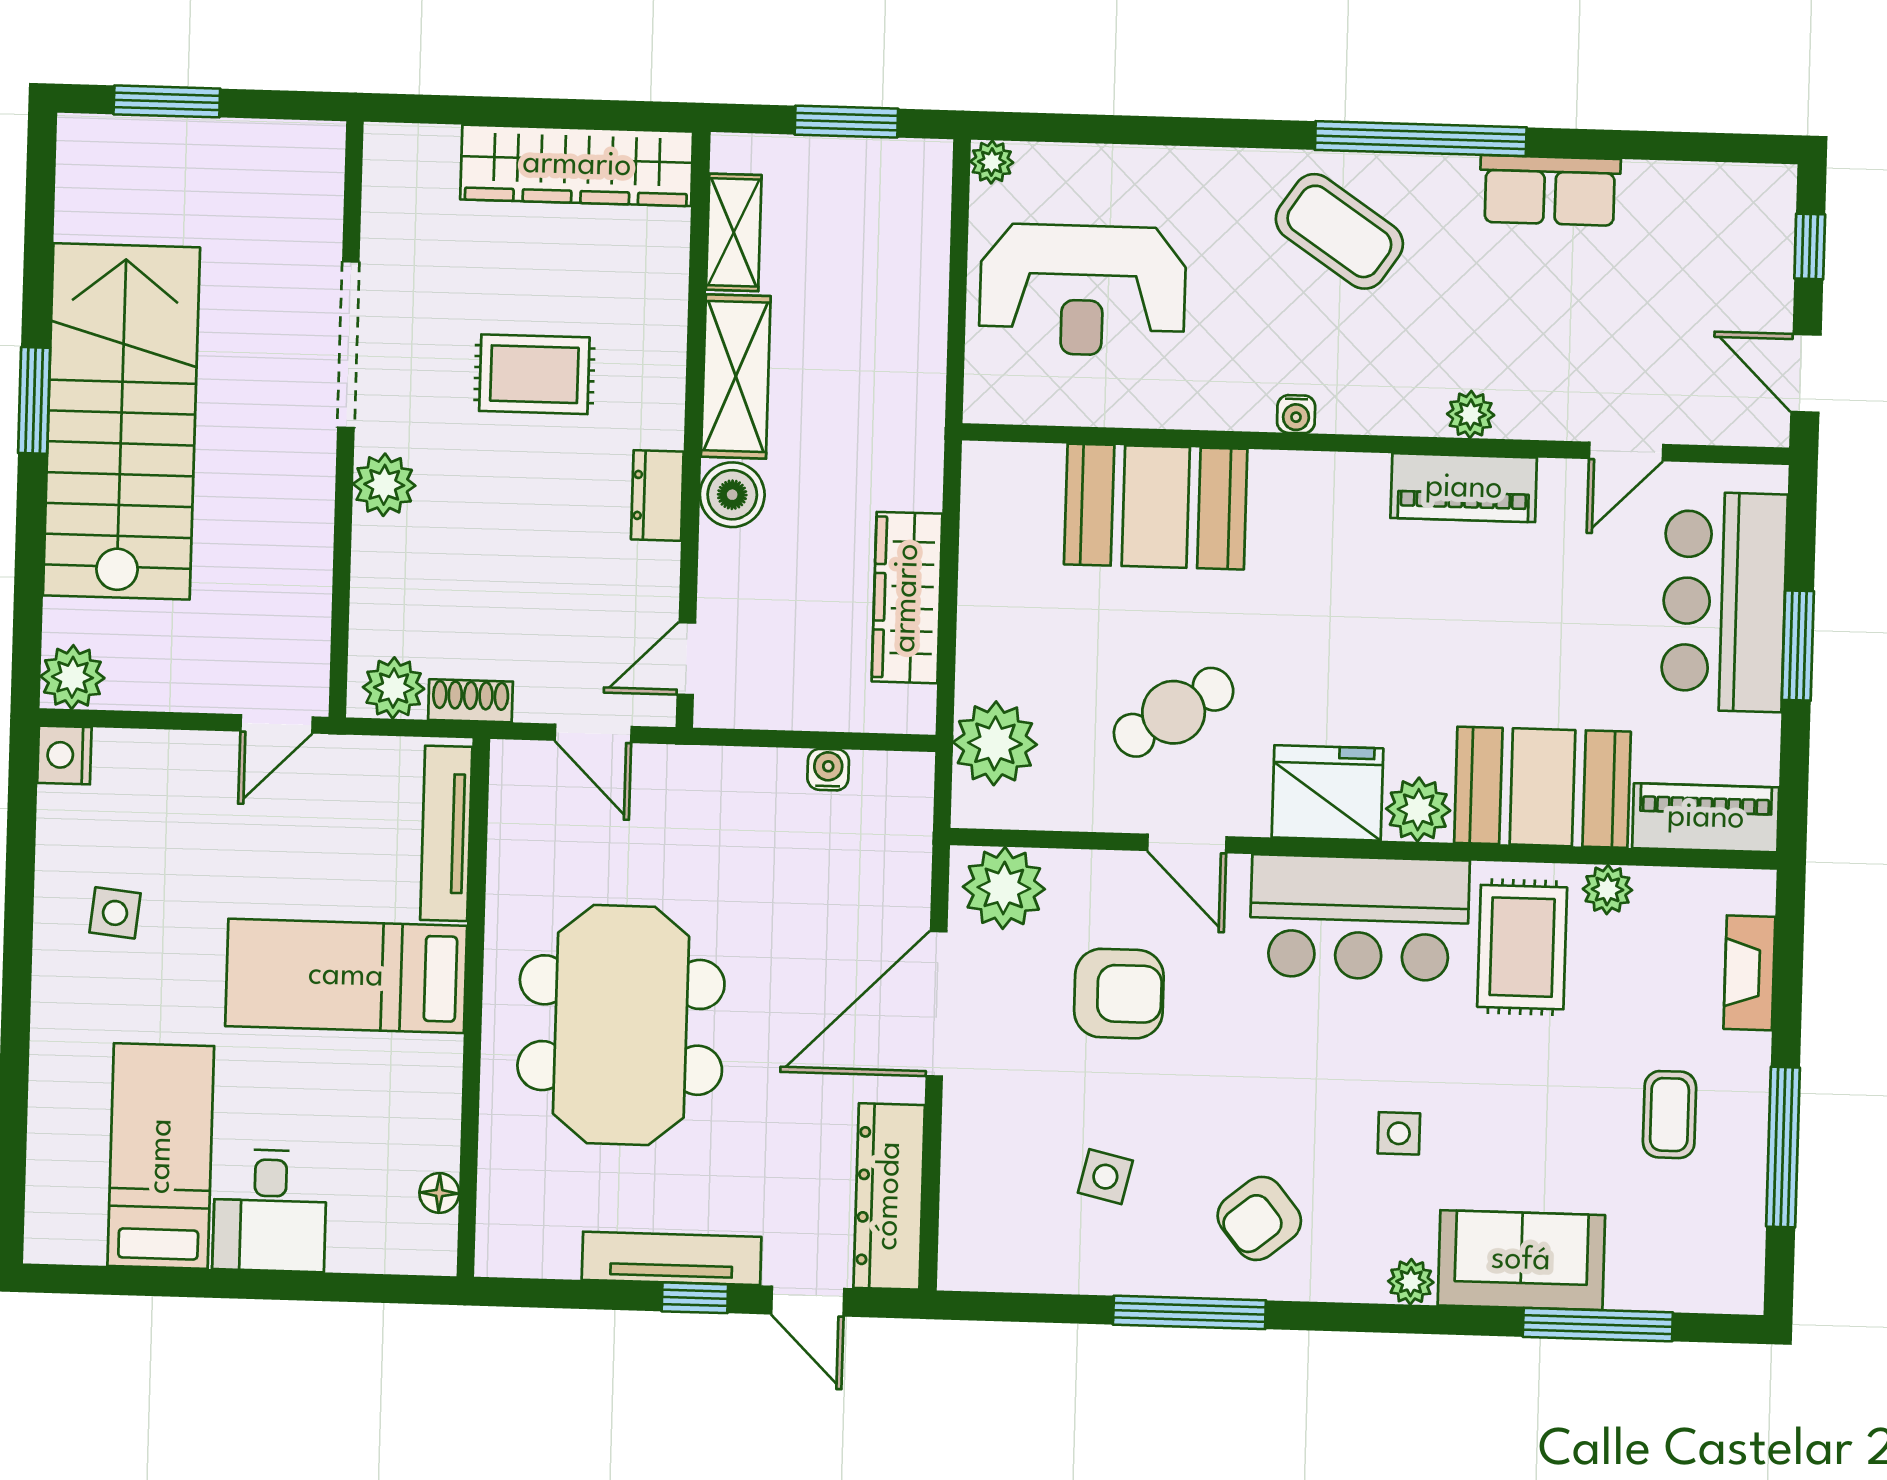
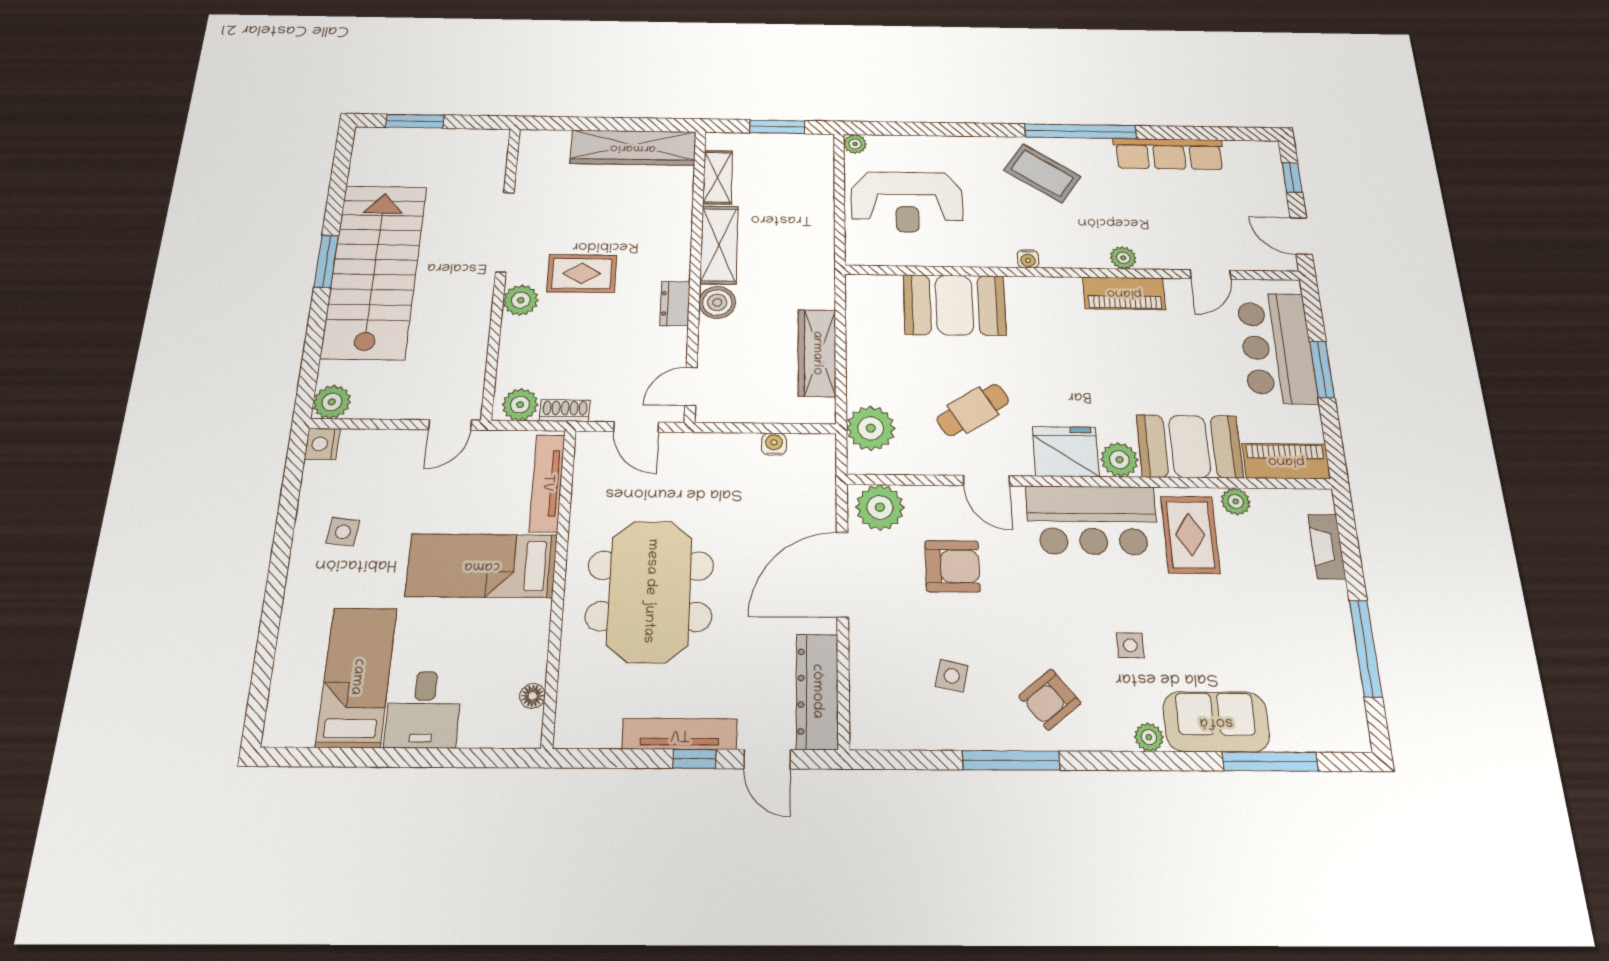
row of seats: (1550, 190) -> (1169, 154), width x1.48
rug: (534, 374) -> (582, 273), moved
coffee table: (1670, 1115) -> (1293, 630), removed

